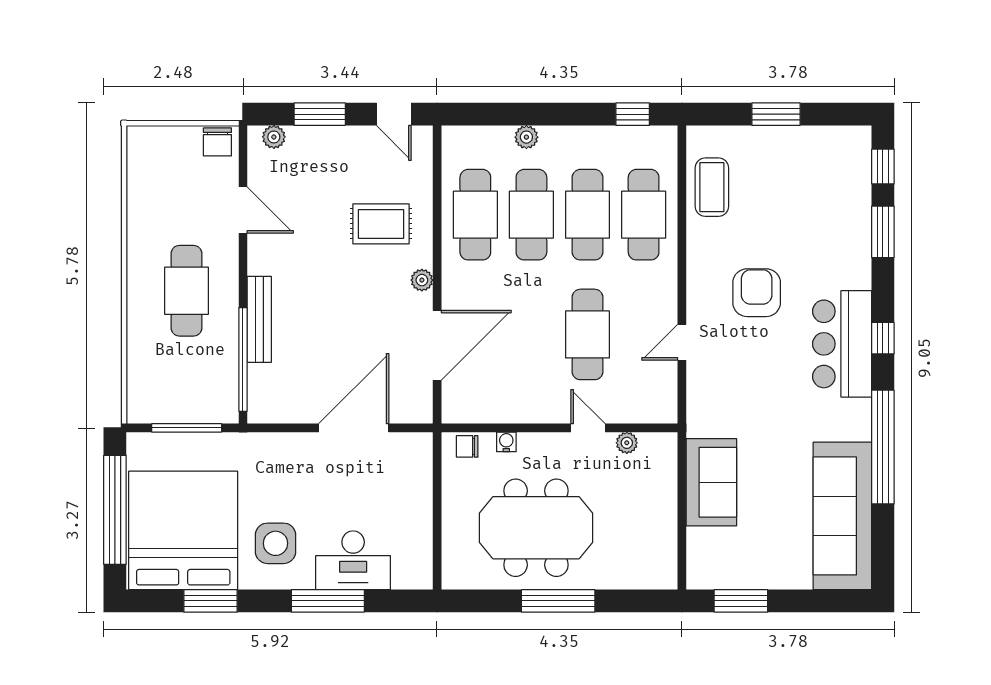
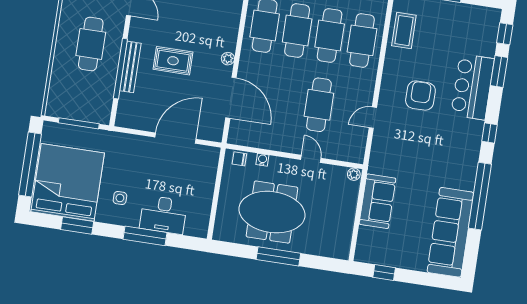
rug: (381, 224) -> (173, 61), moved
bar counter: (842, 344) -> (472, 87), moved
door: (437, 345) -> (231, 98), hinge flipped
window: (243, 359) -> (120, 69), moved
plant: (627, 443) -> (354, 174), moved
side table: (276, 543) -> (120, 198), width x0.54, depth x0.54
window: (741, 601) -> (384, 273), width x0.67

